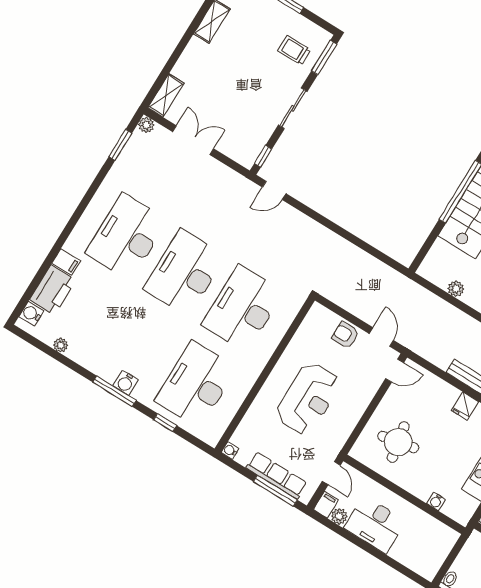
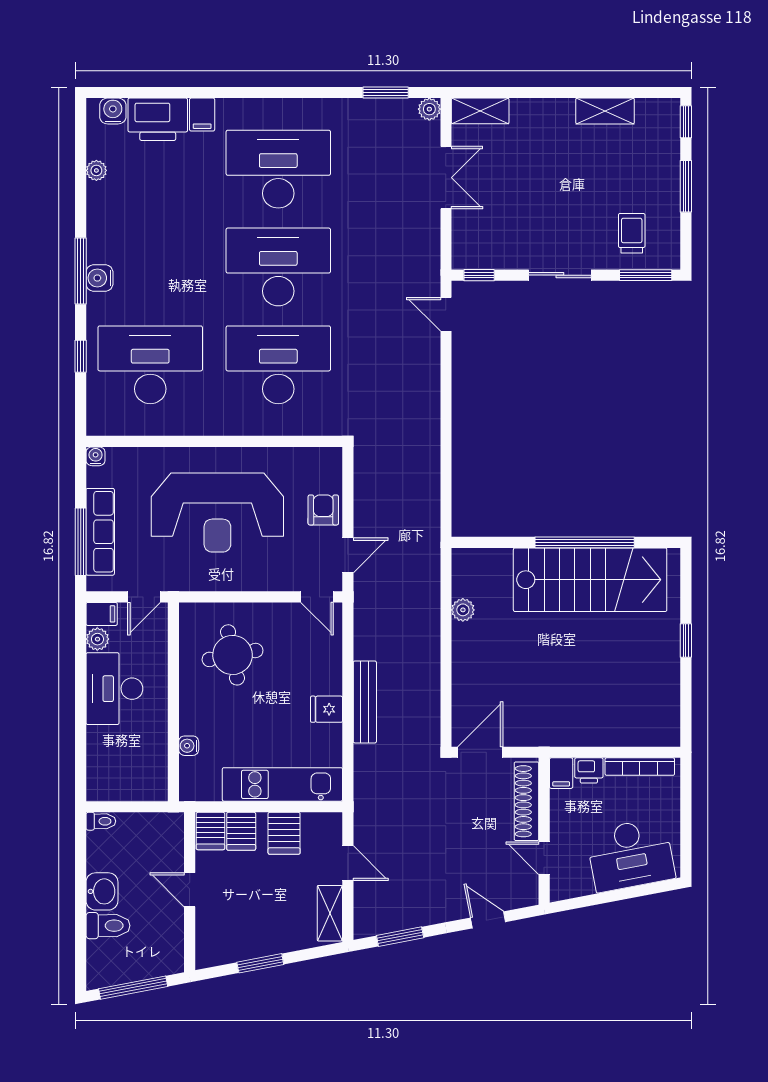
reception desk: (308, 399) -> (217, 513), width x1.36, depth x1.30

